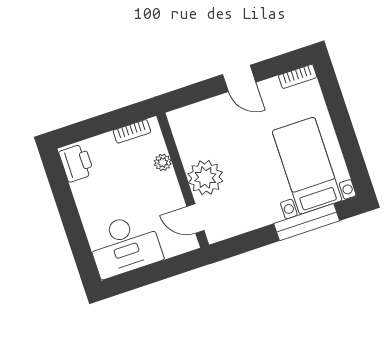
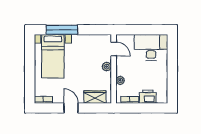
wardrobe: (201, 115) -> (95, 97), added
printer: (76, 163) -> (148, 97), moved, turned 90
plant: (205, 178) -> (107, 67), width x0.53, depth x0.53

